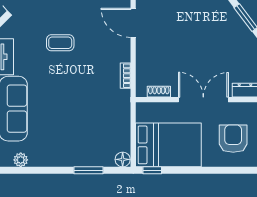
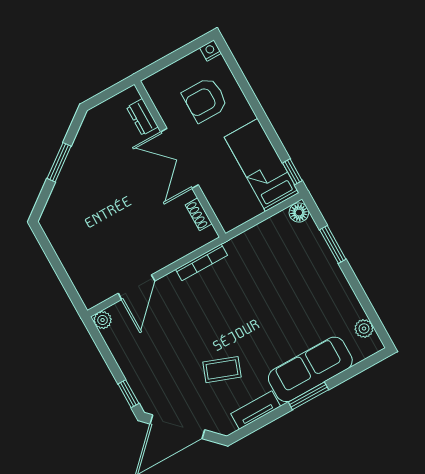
coffee table: (60, 43) -> (222, 370), moved, turned -70
bookcase: (126, 76) -> (202, 262), width x1.56
bed: (168, 145) -> (262, 165), width x0.67

